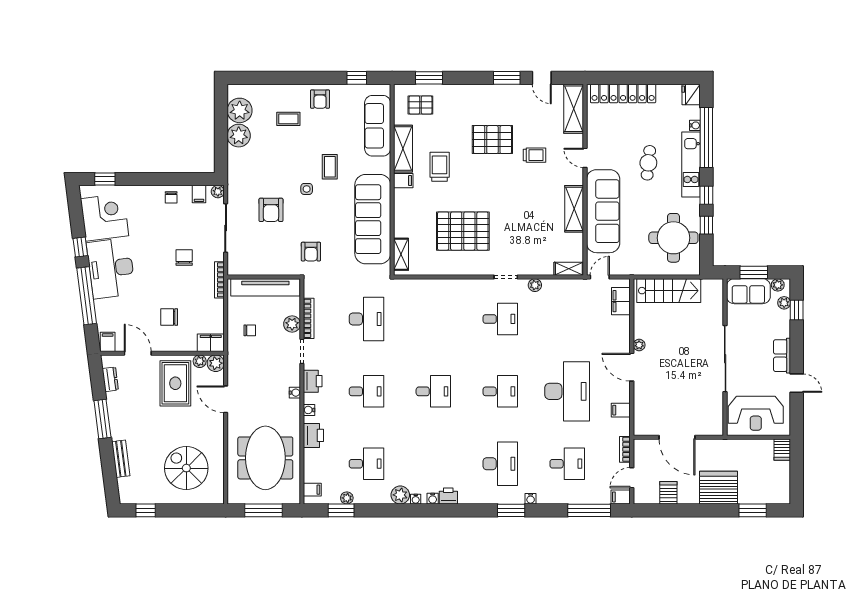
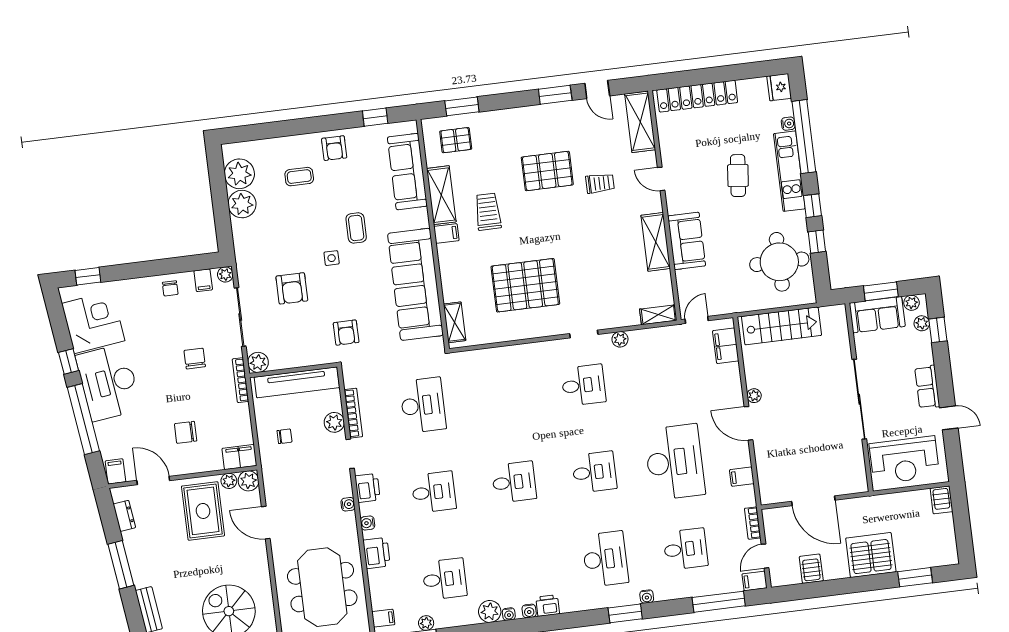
sofa: (603, 211) -> (687, 241), width x0.54, depth x0.79
plant: (236, 267) -> (258, 362), added

